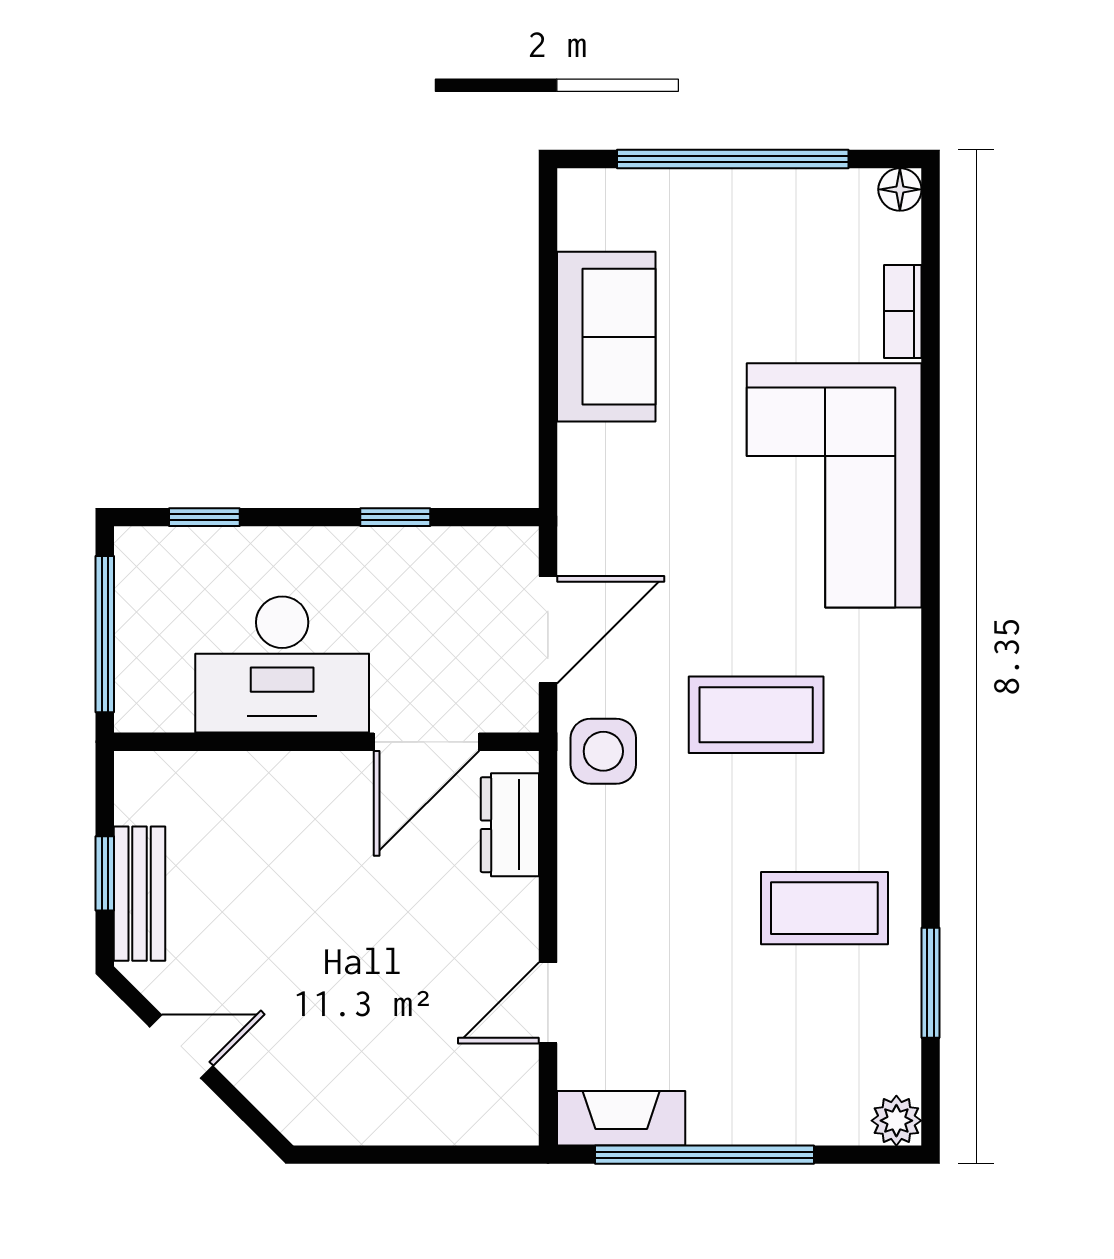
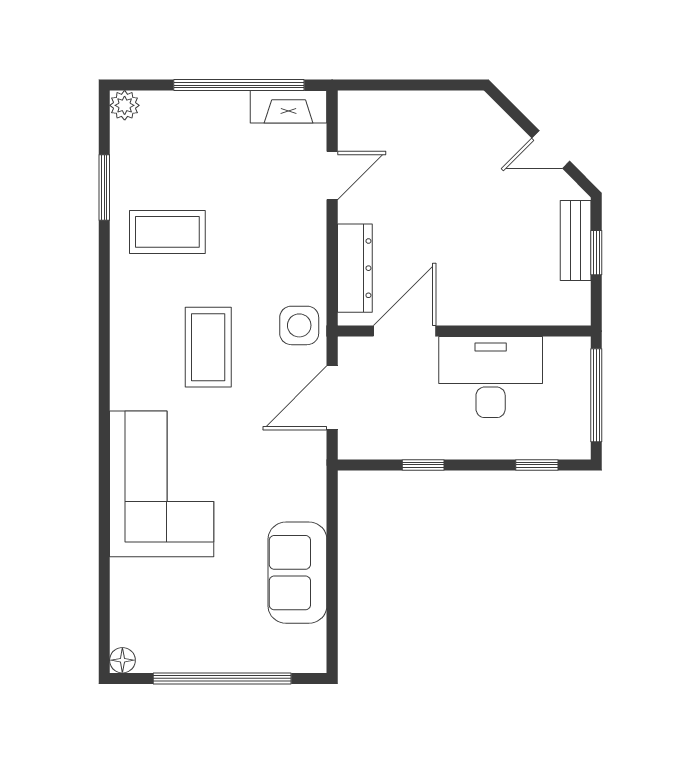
bookcase: (903, 311) -> (121, 588), removed
coffee table: (756, 715) -> (208, 347), turned 90
dresser: (510, 825) -> (355, 268), width x1.44

